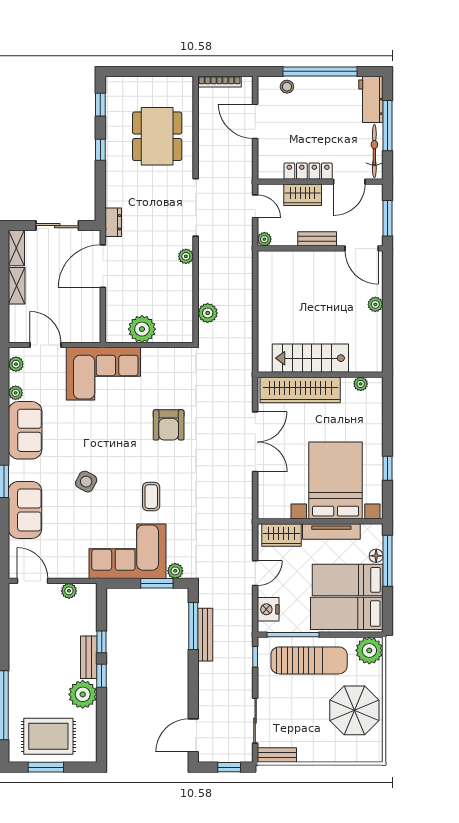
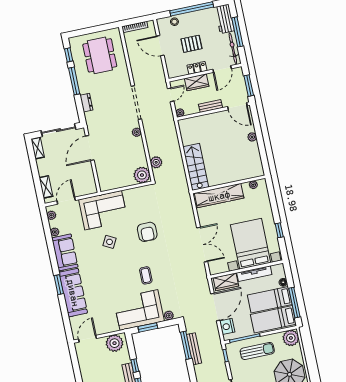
pallet: (307, 129) -> (191, 44), added
dining table: (157, 136) -> (100, 55), moved
window: (100, 150) -> (74, 81), width x2.17
locker: (308, 171) -> (197, 68), width x0.66
door: (255, 206) -> (171, 95), hinge flipped
dresser: (113, 222) -> (86, 103), moved
sliding door: (57, 226) -> (58, 130), width x1.37
shelving: (17, 286) -> (46, 187), moved
plant: (142, 329) -> (142, 175), moved
door: (46, 345) -> (66, 201), hinge flipped
stairs: (310, 358) -> (196, 167), moved, turned 90
double door: (255, 442) -> (202, 245), moved
side table: (86, 482) -> (110, 242), moved
sofa: (25, 510) -> (73, 293), width x1.36
window: (387, 561) -> (294, 303), moved
door: (255, 573) -> (215, 307), width x1.87
door: (33, 581) -> (87, 339), hinge flipped
window: (157, 583) -> (148, 327), moved
plant: (69, 591) -> (114, 343), width x1.87, depth x1.87
sun lounger: (309, 660) -> (257, 351), width x0.73, depth x0.75

